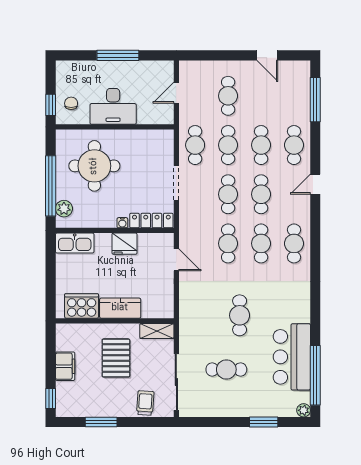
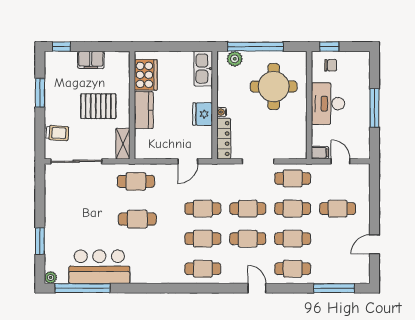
filing cabinet: (167, 115) -> (320, 153), added
cafe table: (226, 369) -> (136, 181), moved, turned 90

